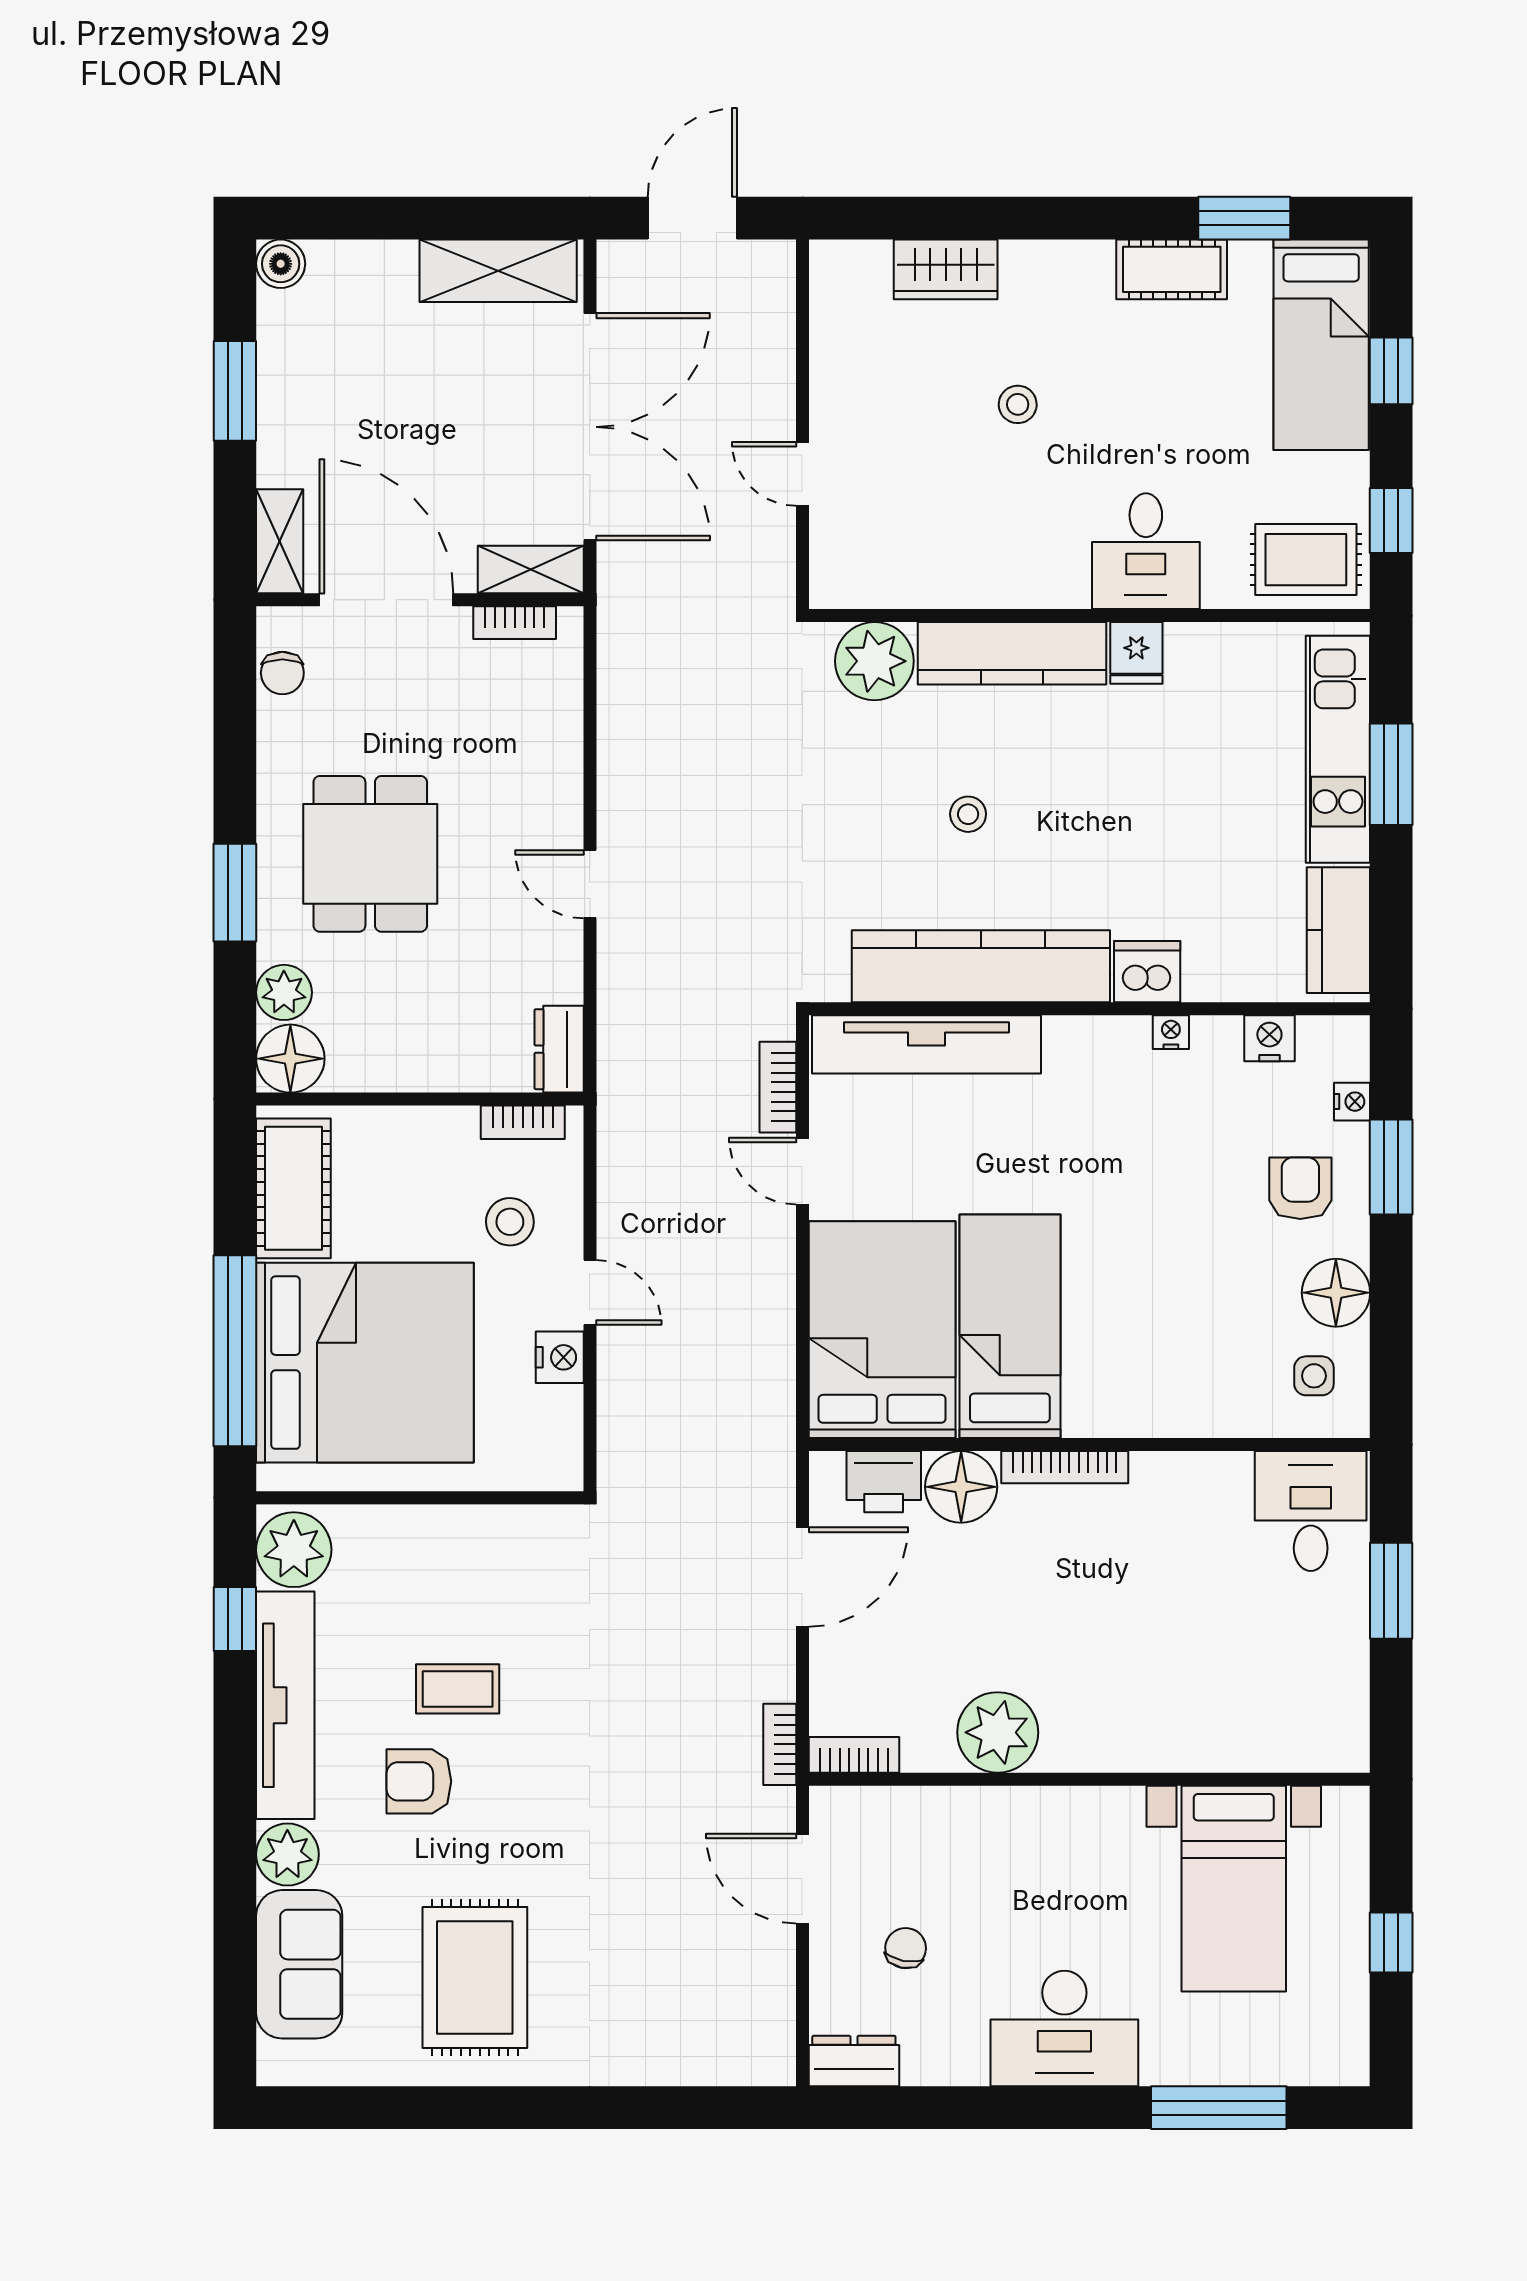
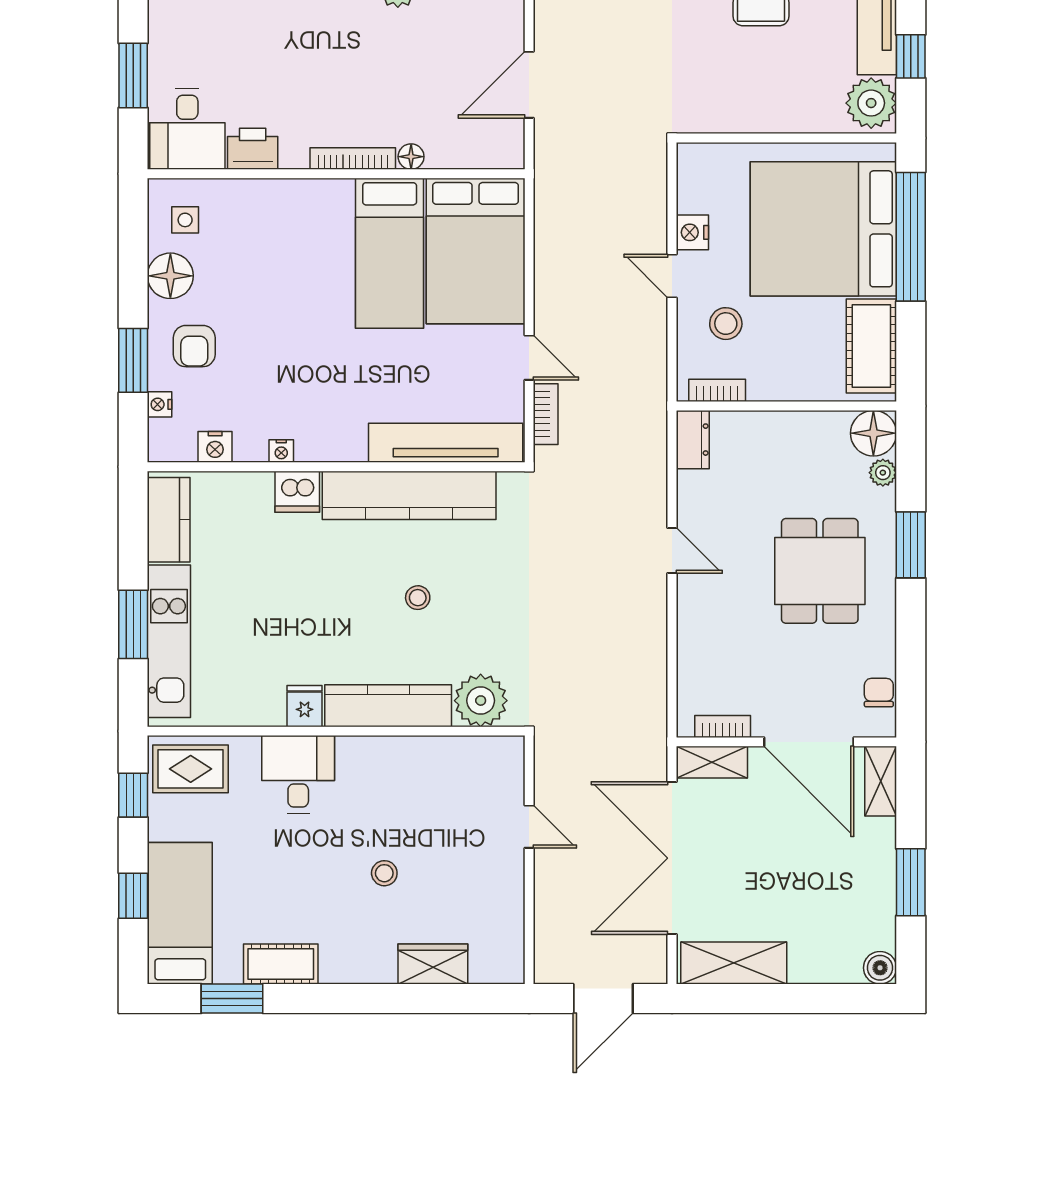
plant: (284, 992) -> (883, 473), width x0.73, depth x0.73
printer: (884, 1482) -> (253, 149), moved
floor lamp: (961, 1487) -> (411, 157), width x0.53, depth x0.53

